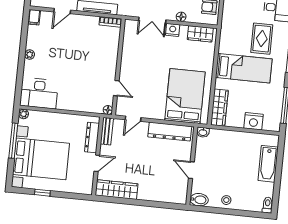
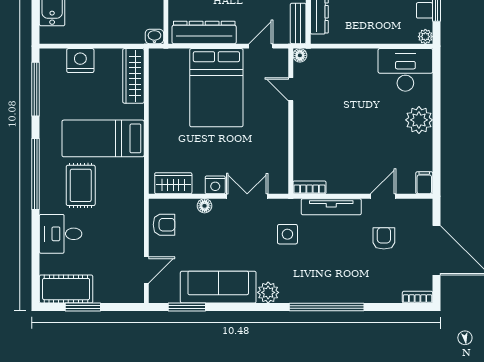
plant: (30, 55) -> (419, 120), width x1.88, depth x1.88
bed: (185, 96) -> (216, 88), moved

